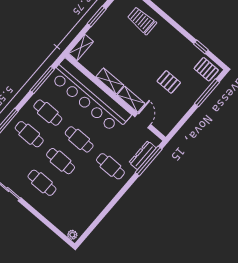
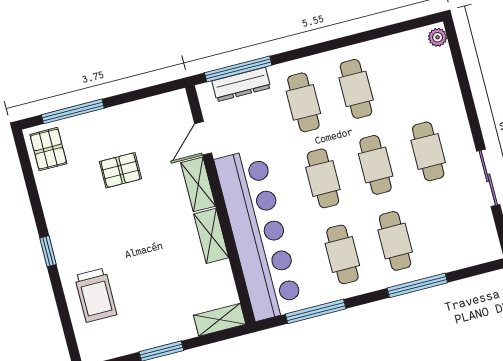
window: (201, 47) -> (48, 251), moved
pallet: (169, 82) -> (120, 170), turned 90
cafe table: (92, 188) -> (356, 89), added

